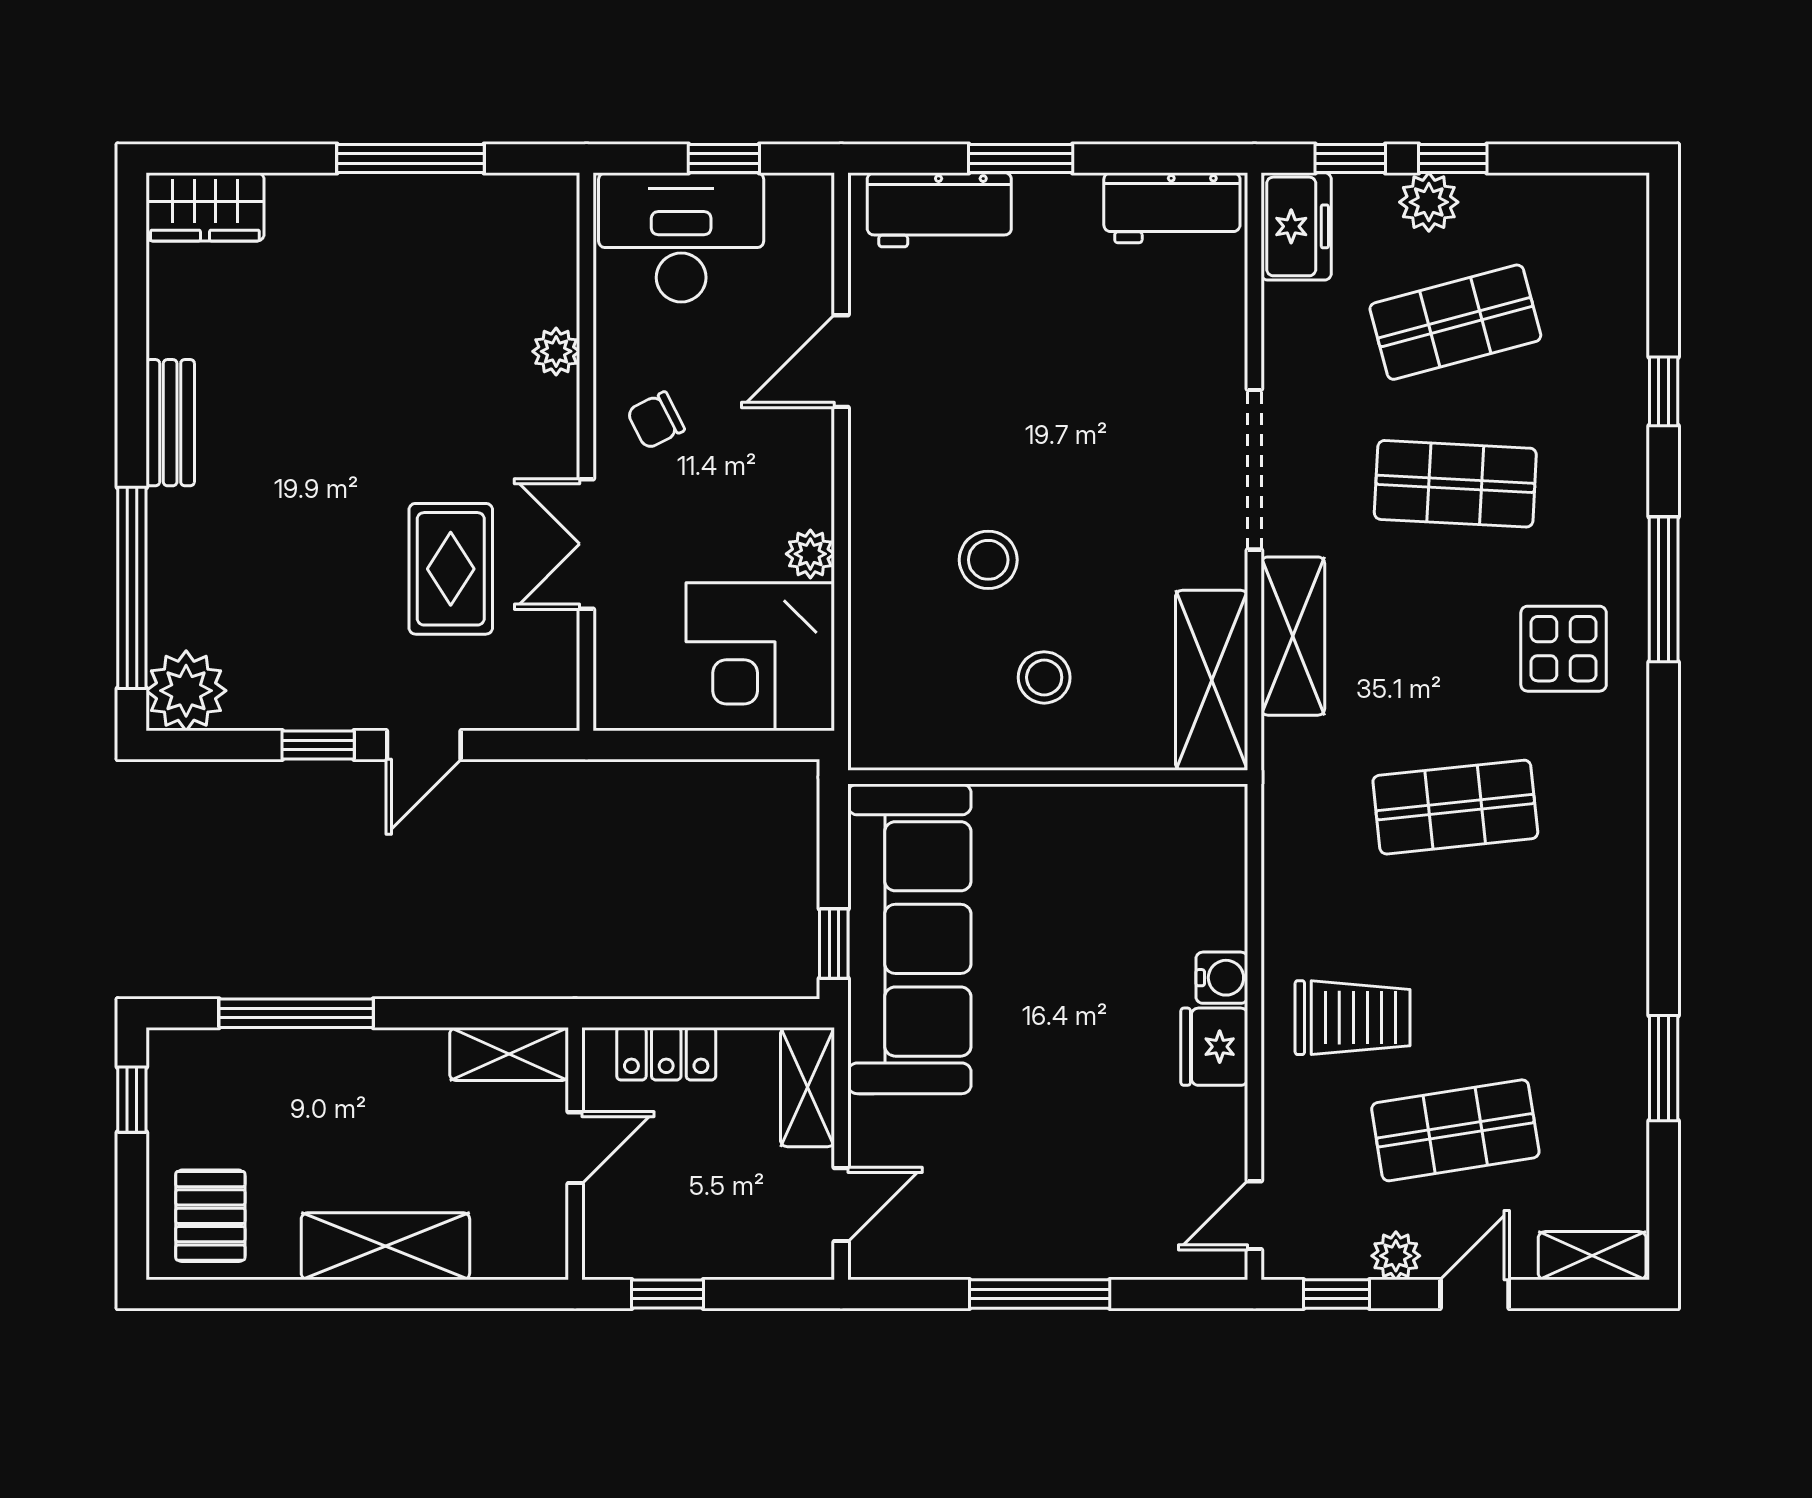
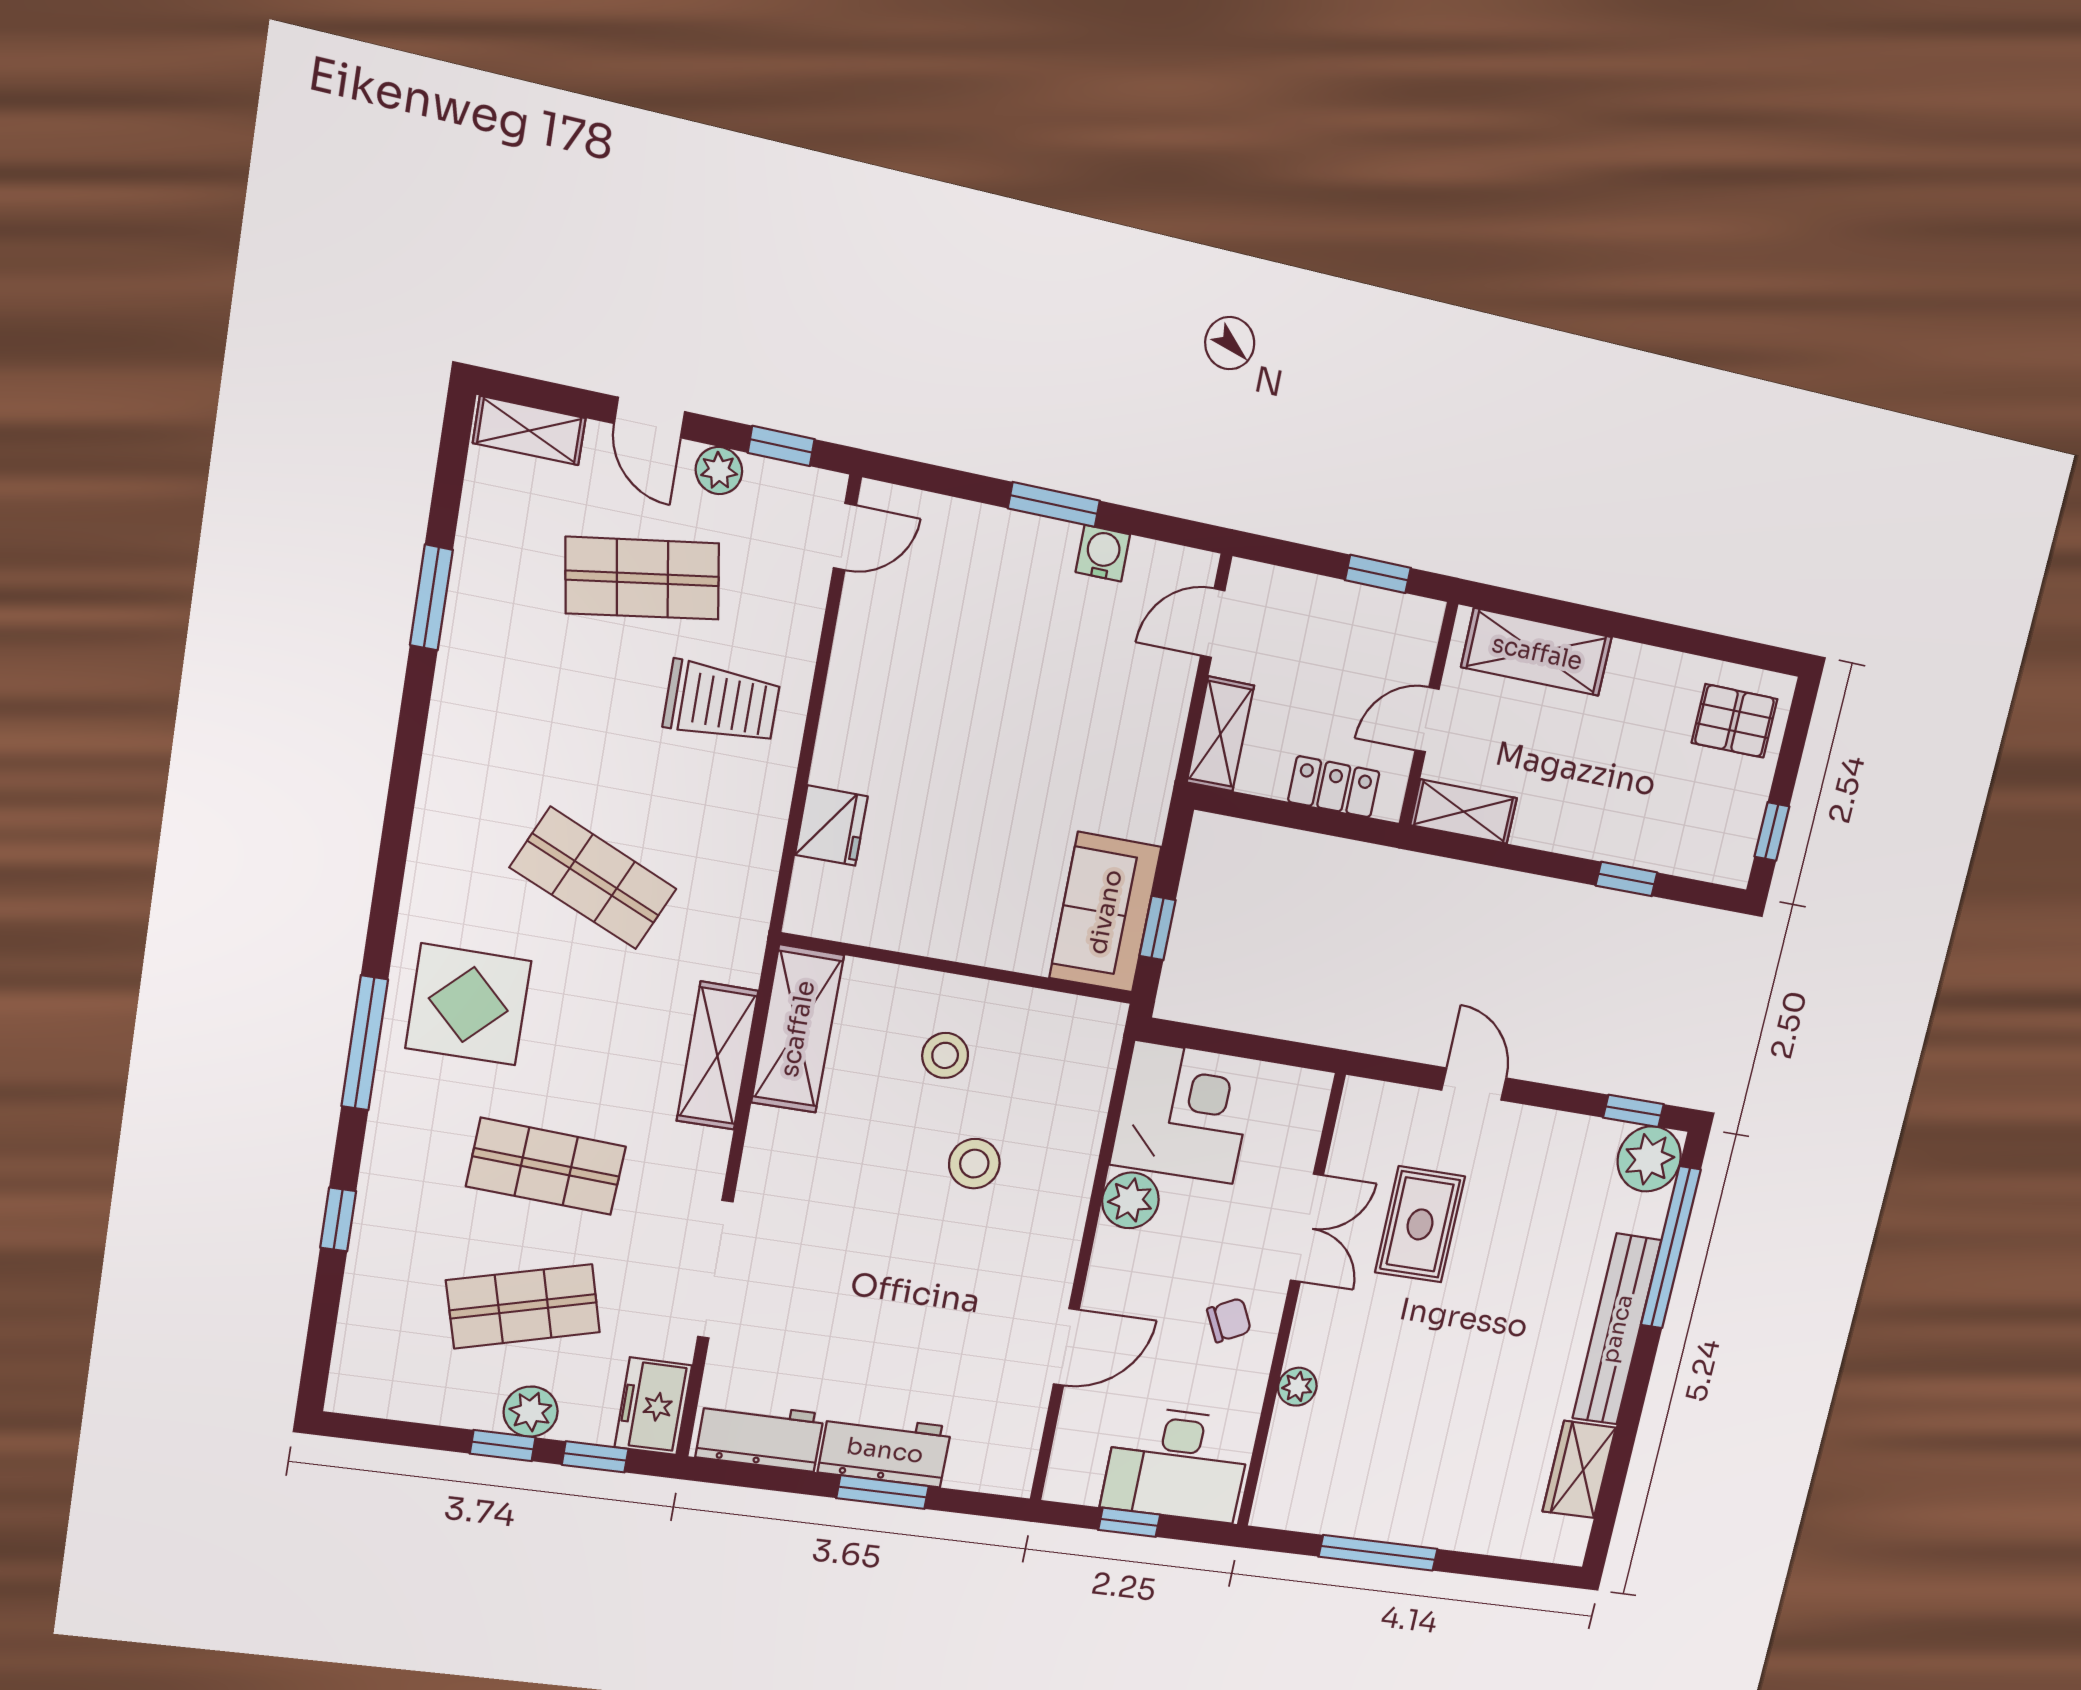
wardrobe: (205, 207) -> (1579, 1470), moved, turned -90
workbench: (939, 210) -> (885, 1450), moved
bench: (170, 423) -> (1617, 1329), width x1.86, depth x1.21
doorway: (1254, 470) -> (715, 1269), moved
plant: (810, 554) -> (1130, 1200), width x1.38, depth x1.38
display table: (1564, 649) -> (468, 1005), width x1.36, depth x1.36
window: (318, 745) -> (1634, 1111), moved
door: (424, 745) -> (1474, 1084), hinge flipped
shop shelf: (1455, 807) -> (593, 878), turned 30
sofa: (909, 939) -> (1105, 912), width x0.54, depth x0.79
window: (834, 944) -> (1158, 928), moved
water cooler: (1222, 978) -> (1103, 553), moved, turned 90
window: (296, 1013) -> (1626, 879), width x0.46
trolley: (1353, 1018) -> (722, 703), turned 180
fridge: (1214, 1047) -> (831, 826), moved
pallet: (210, 1216) -> (1735, 721), turned 90
shelving: (385, 1246) -> (1537, 652), moved
window: (1040, 1294) -> (1054, 504), width x0.69
door: (1475, 1294) -> (650, 418), hinge flipped

